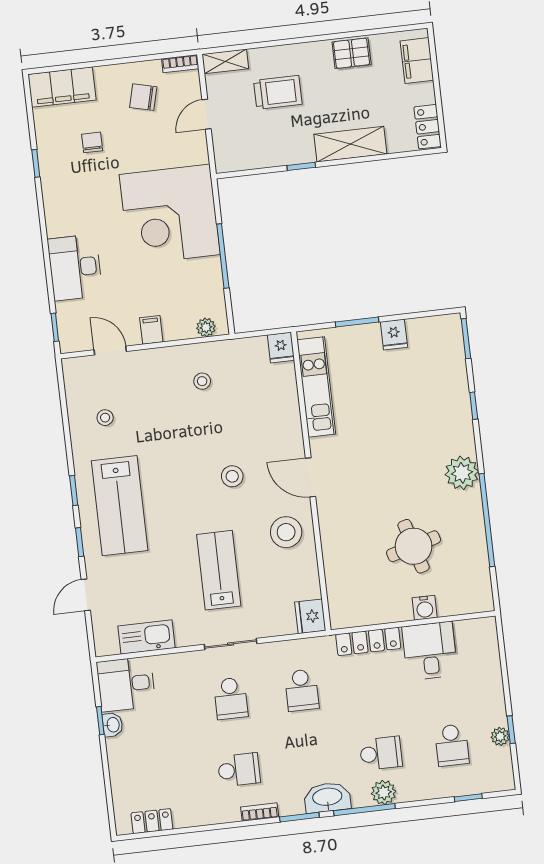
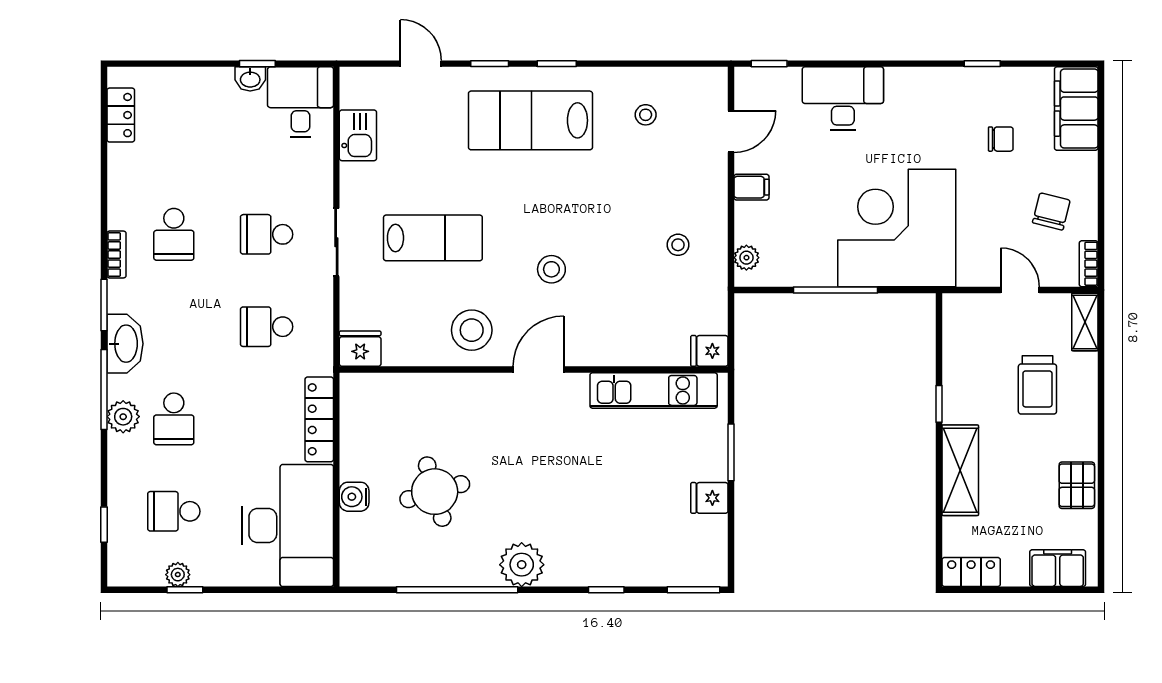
kitchen sink: (146, 637) -> (358, 135), width x0.73
desk: (430, 651) -> (288, 525), width x1.87, depth x1.30

